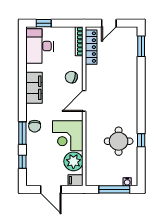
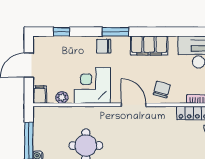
window: (22, 133) -> (115, 32), moved
plant: (73, 161) -> (62, 97), width x0.53, depth x0.53

